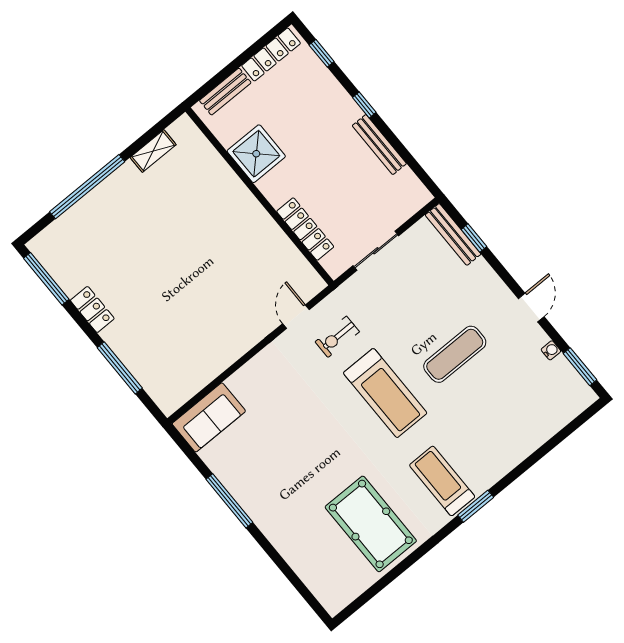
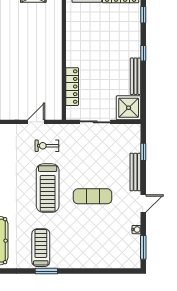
shower: (256, 154) -> (129, 108), moved
bench: (453, 234) -> (135, 172), moved

